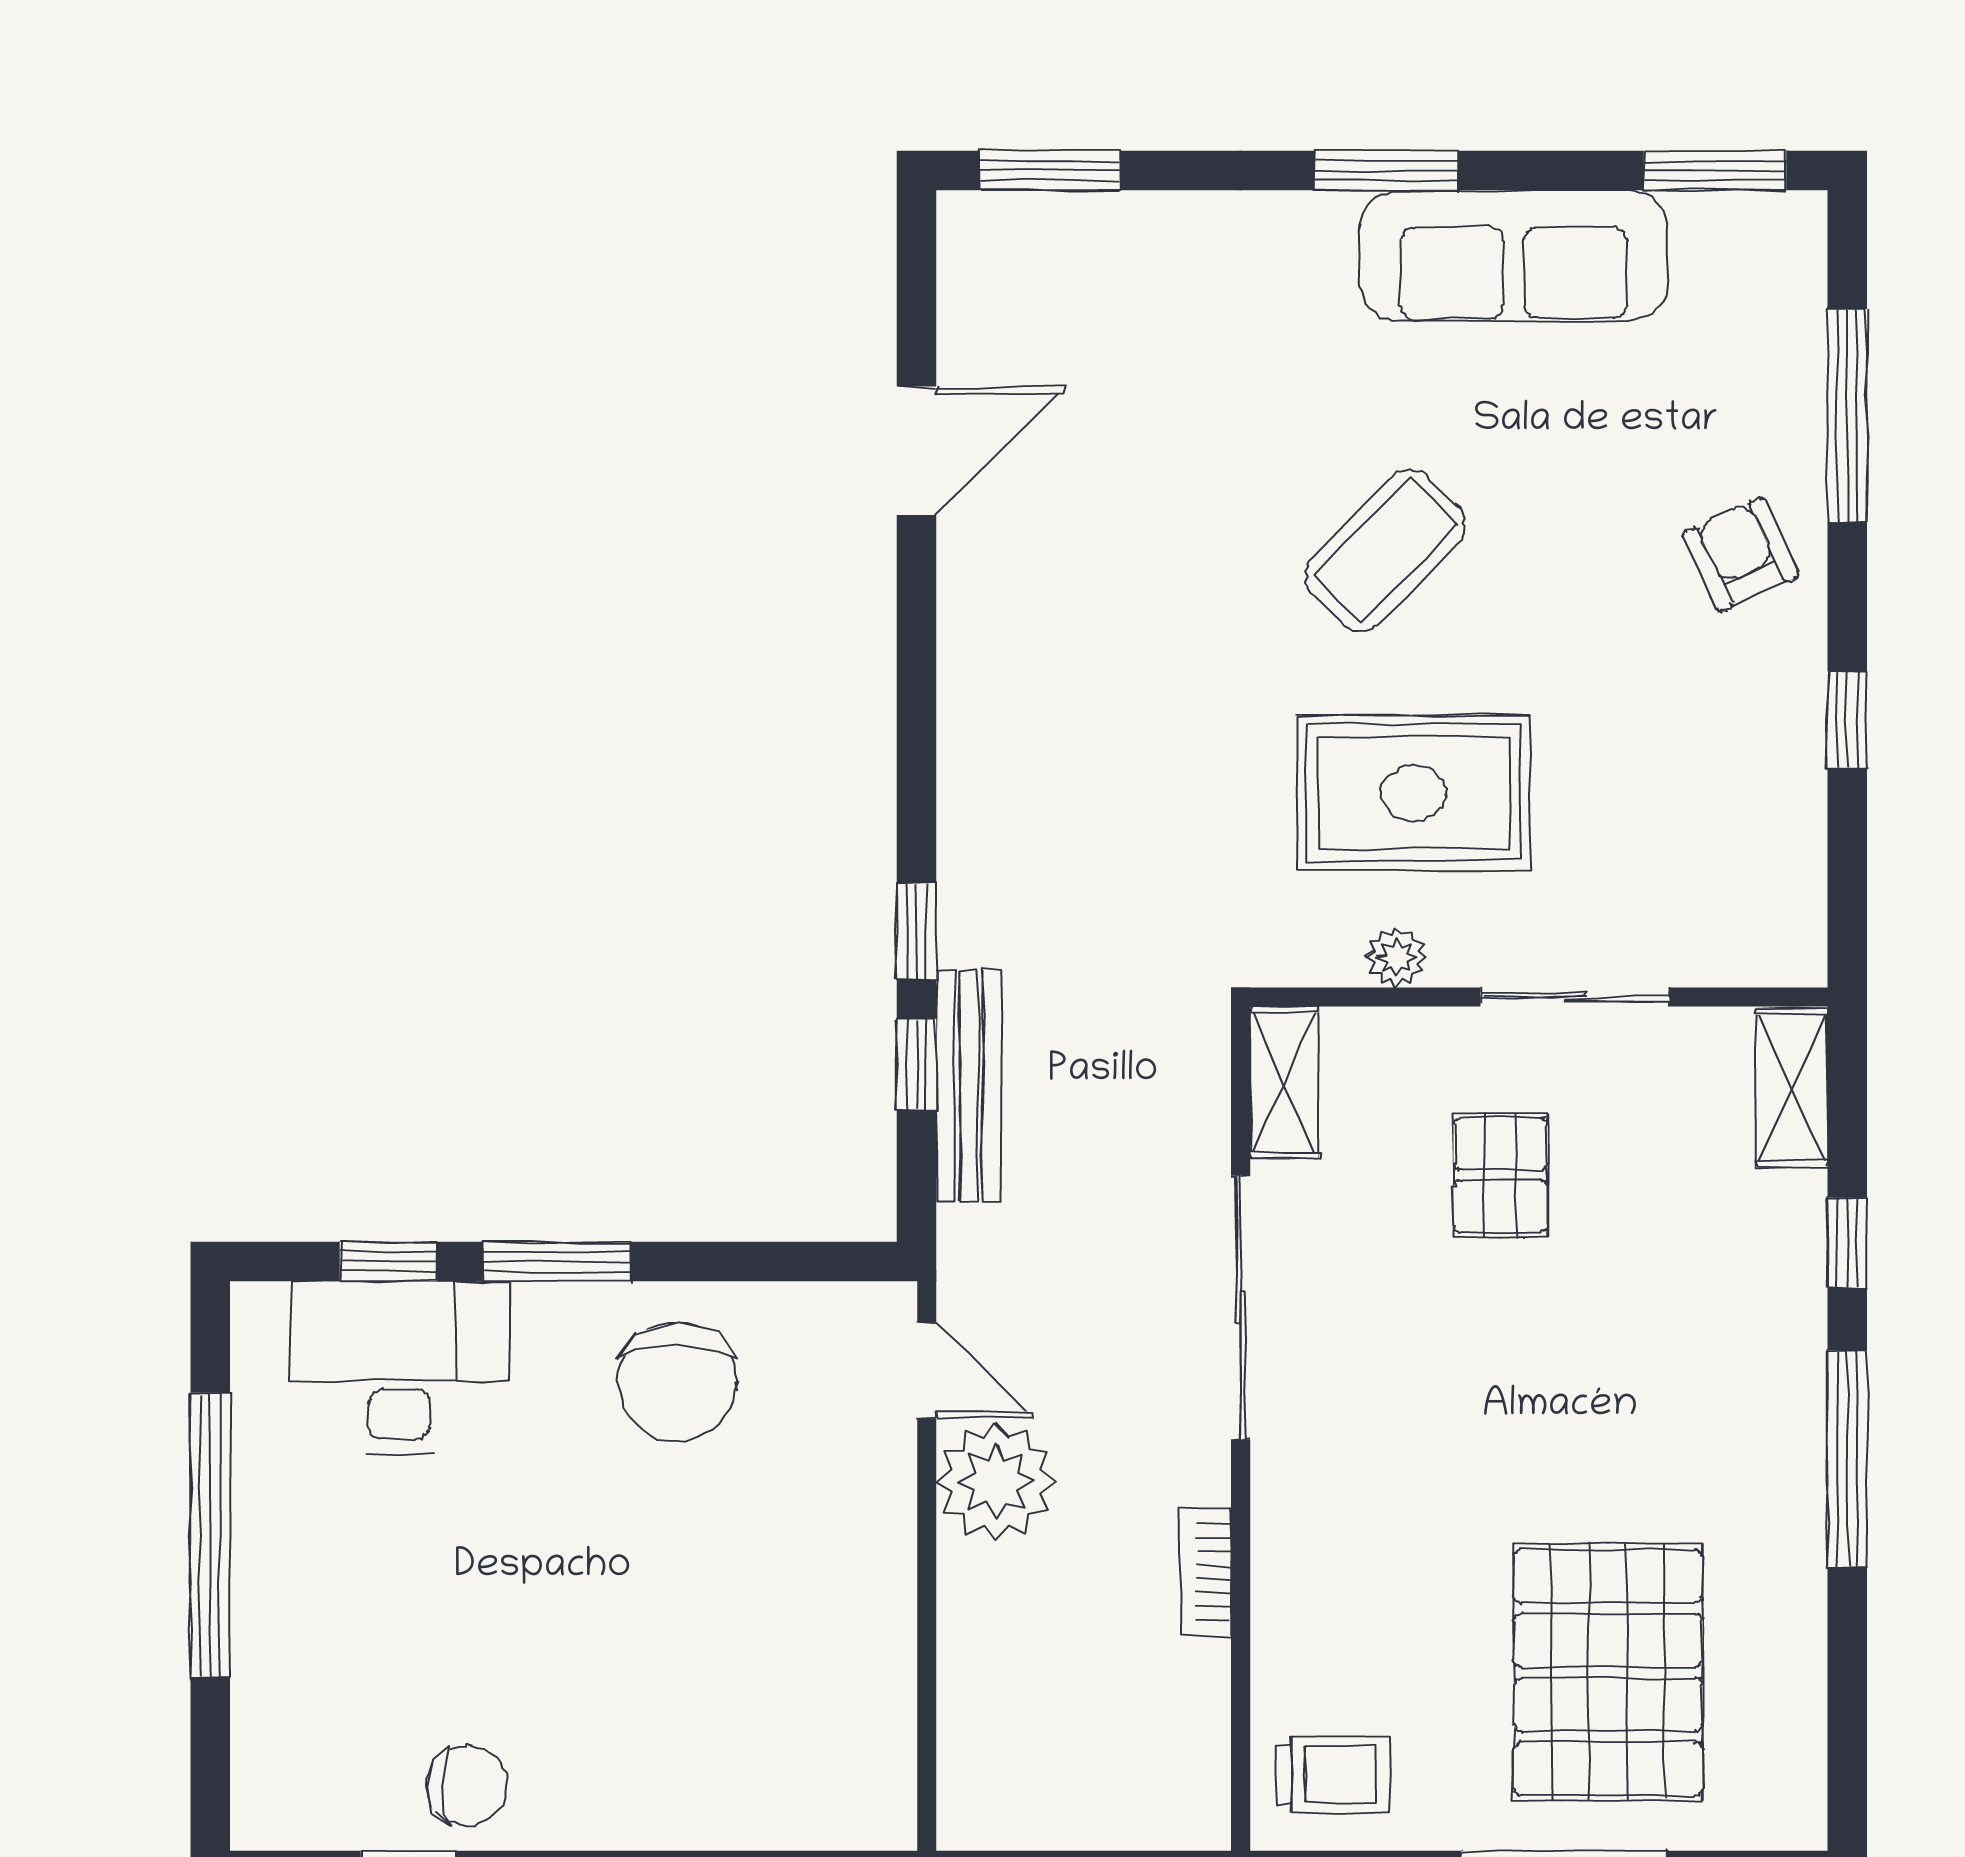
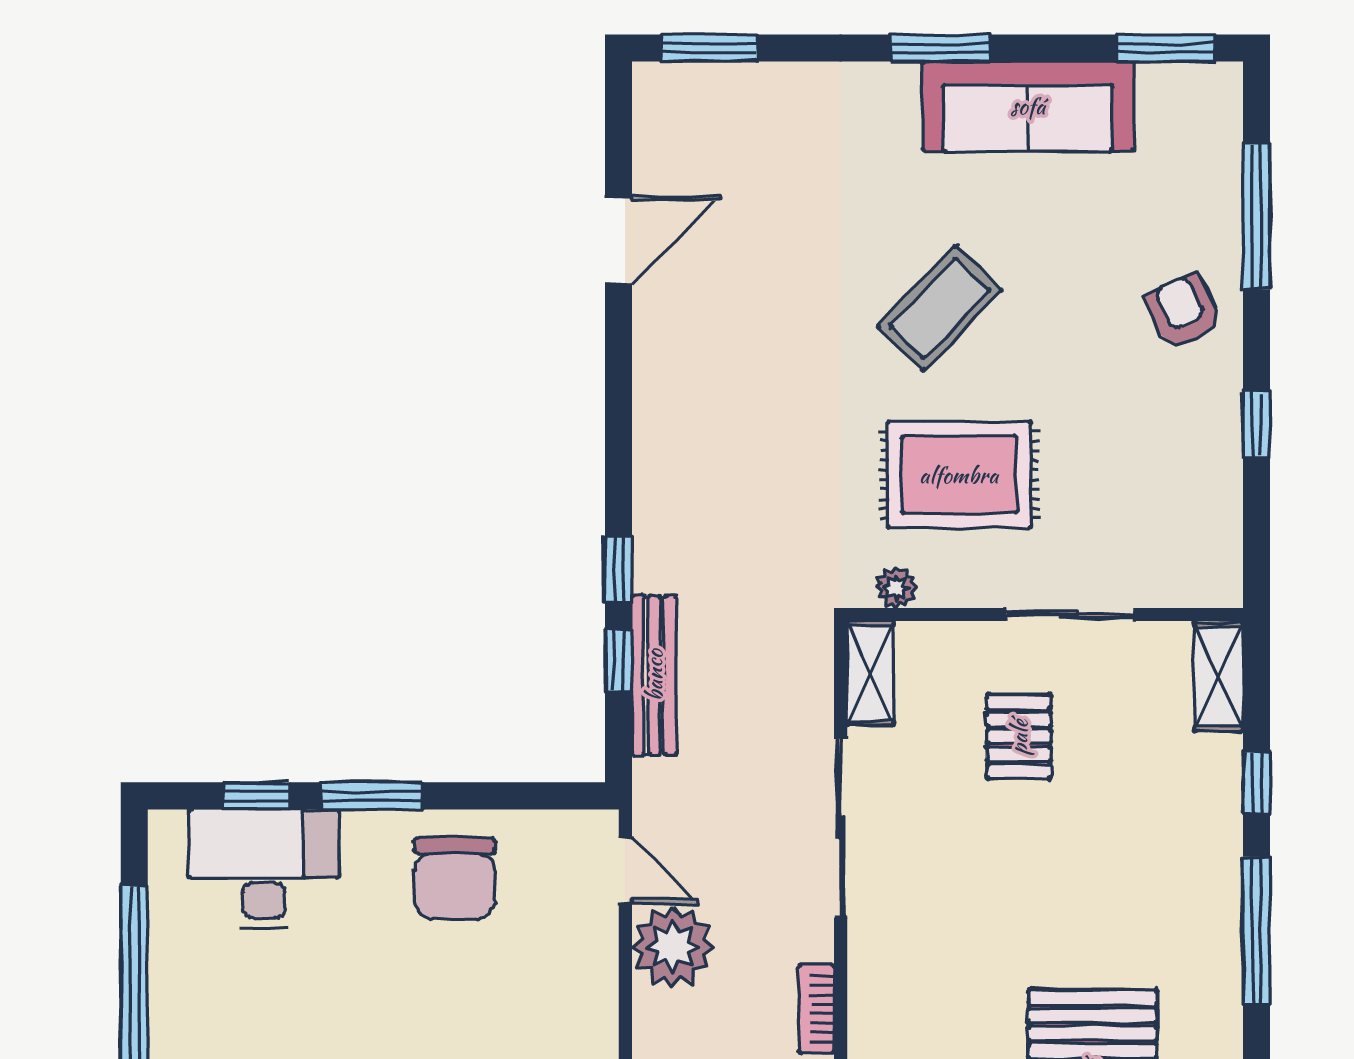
plant: (1396, 957) -> (896, 587), moved

